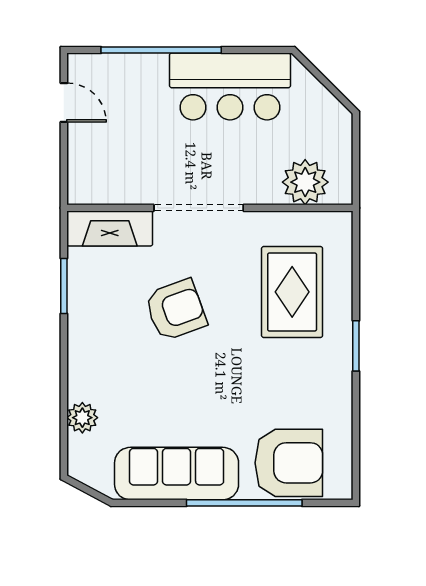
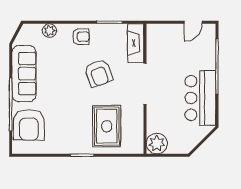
plant: (305, 182) -> (157, 144), moved
rug: (292, 292) -> (107, 126), turned 90
armchair: (96, 349) -> (81, 37), added

